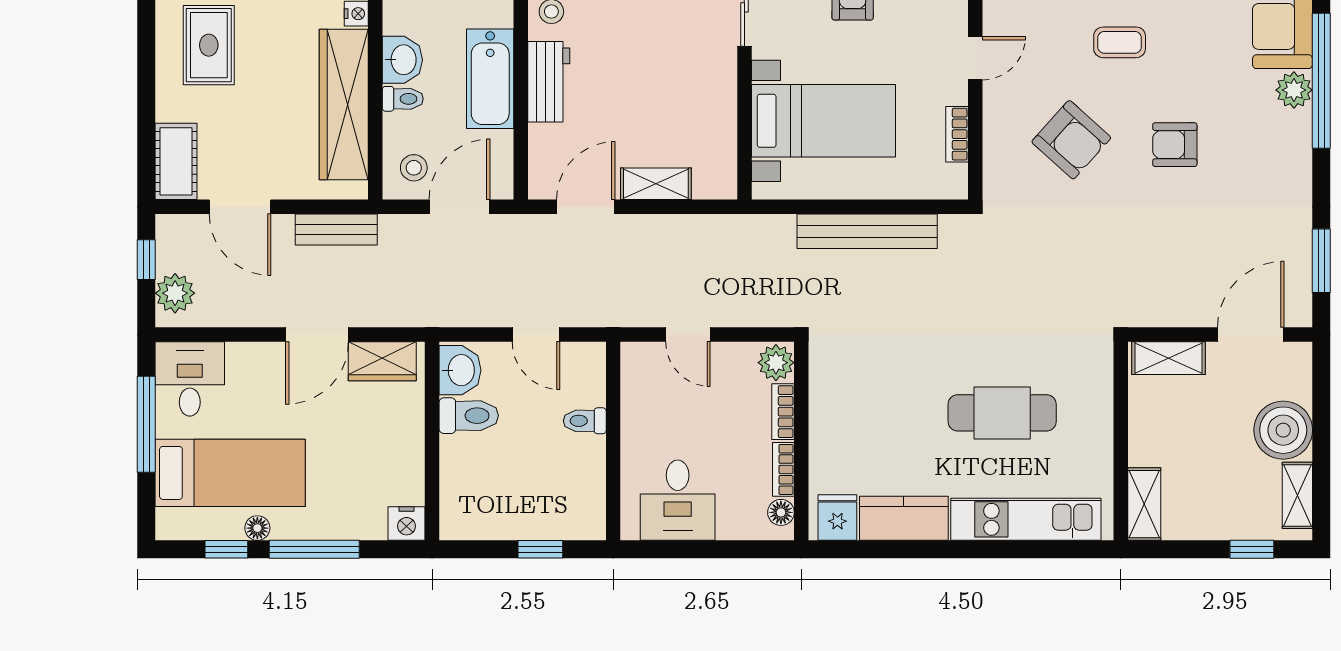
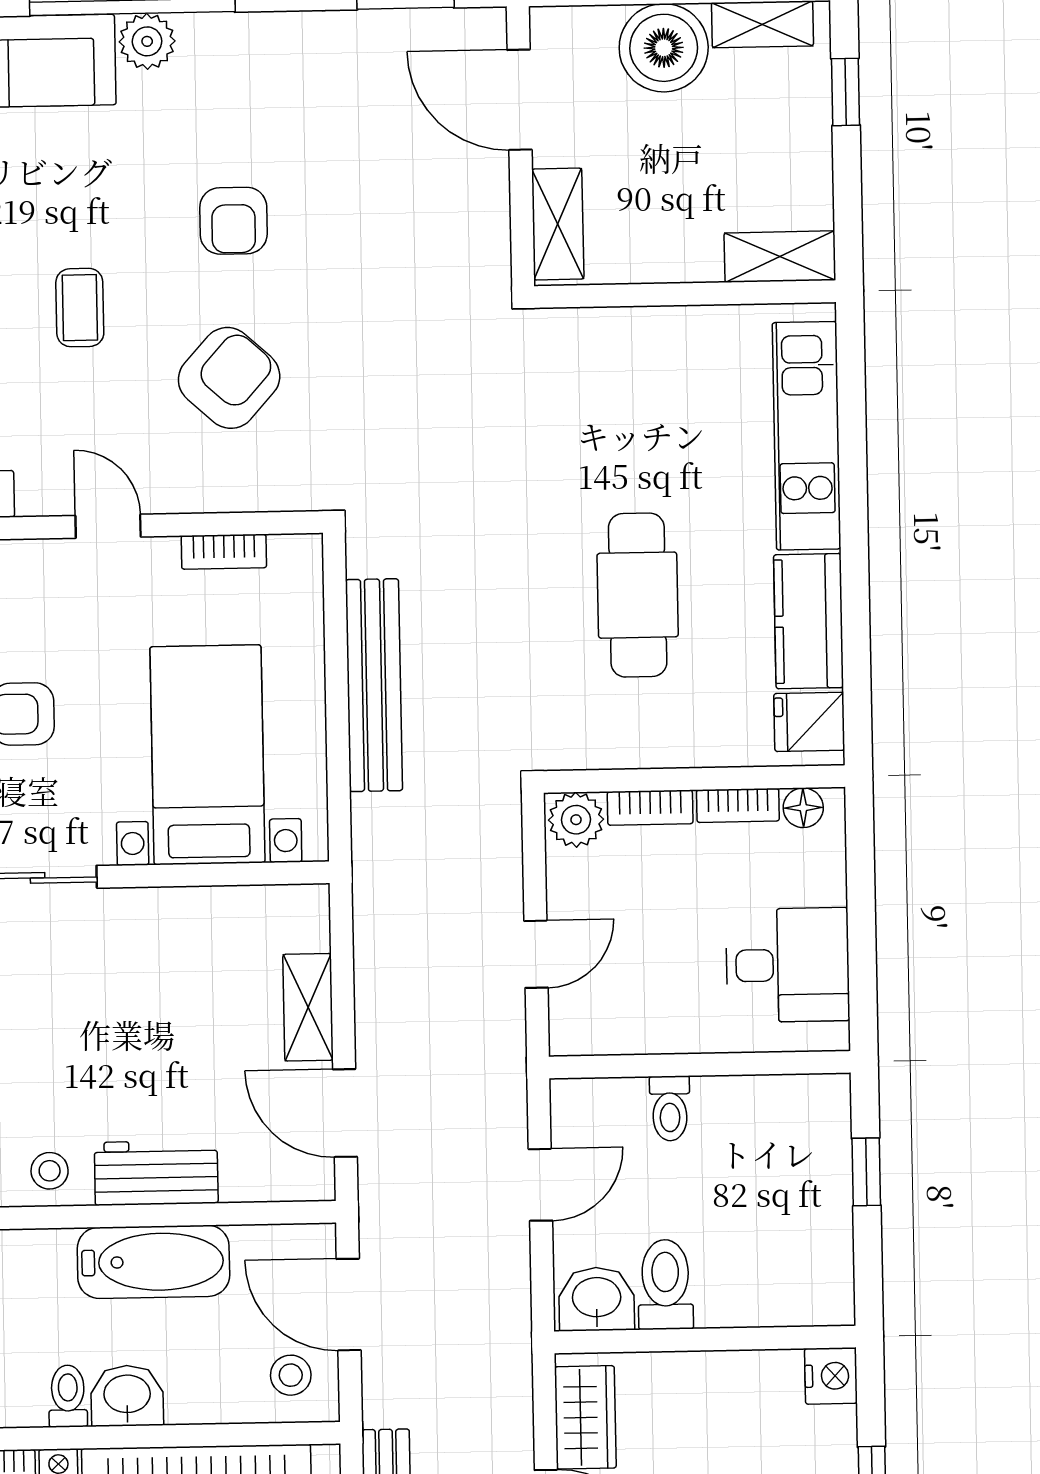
toilet: (403, 99) -> (68, 1396), moved
cafe table: (1002, 413) -> (638, 595), moved

